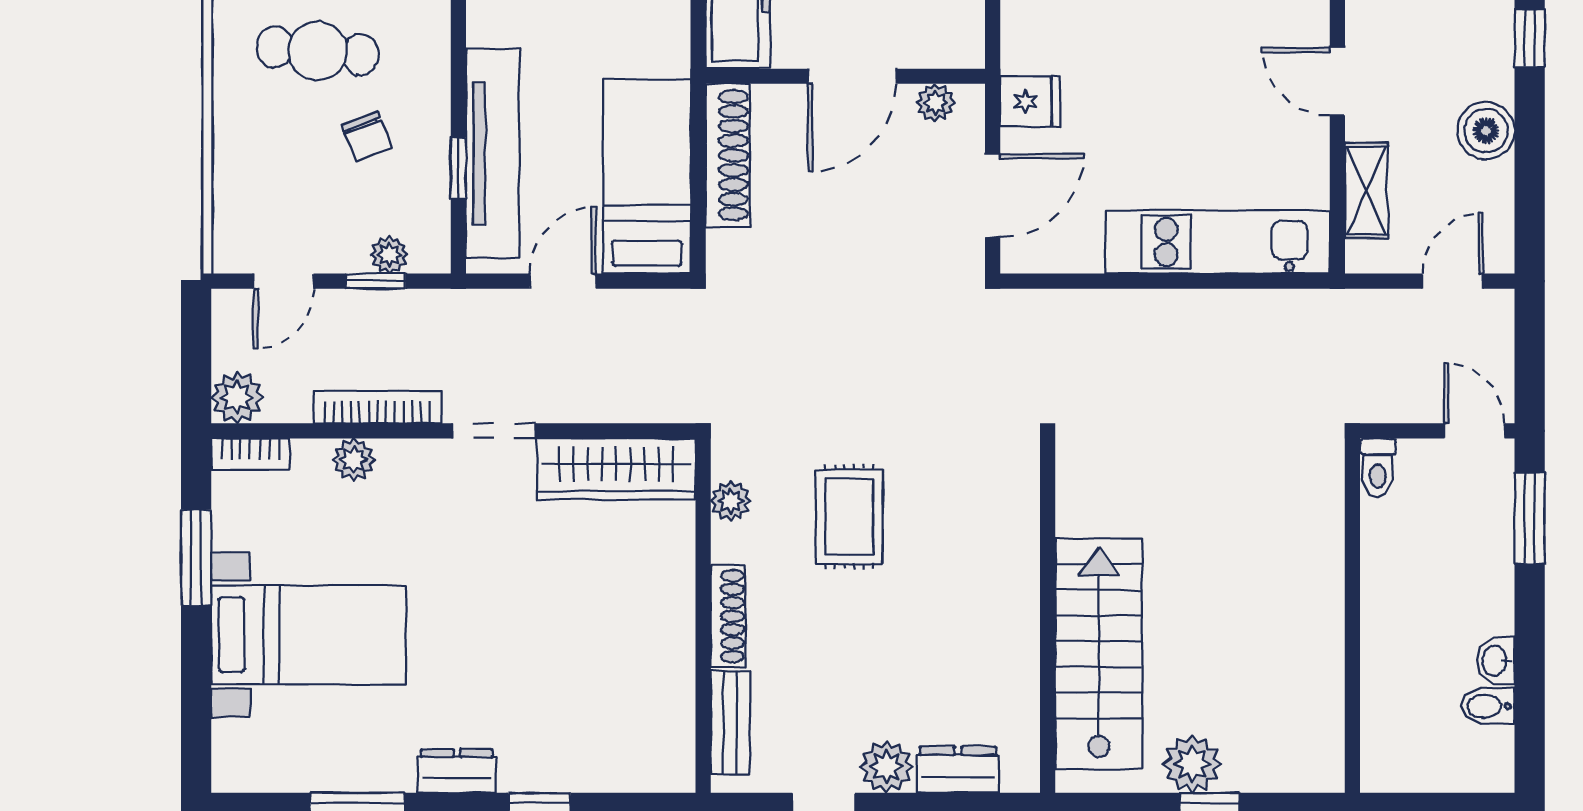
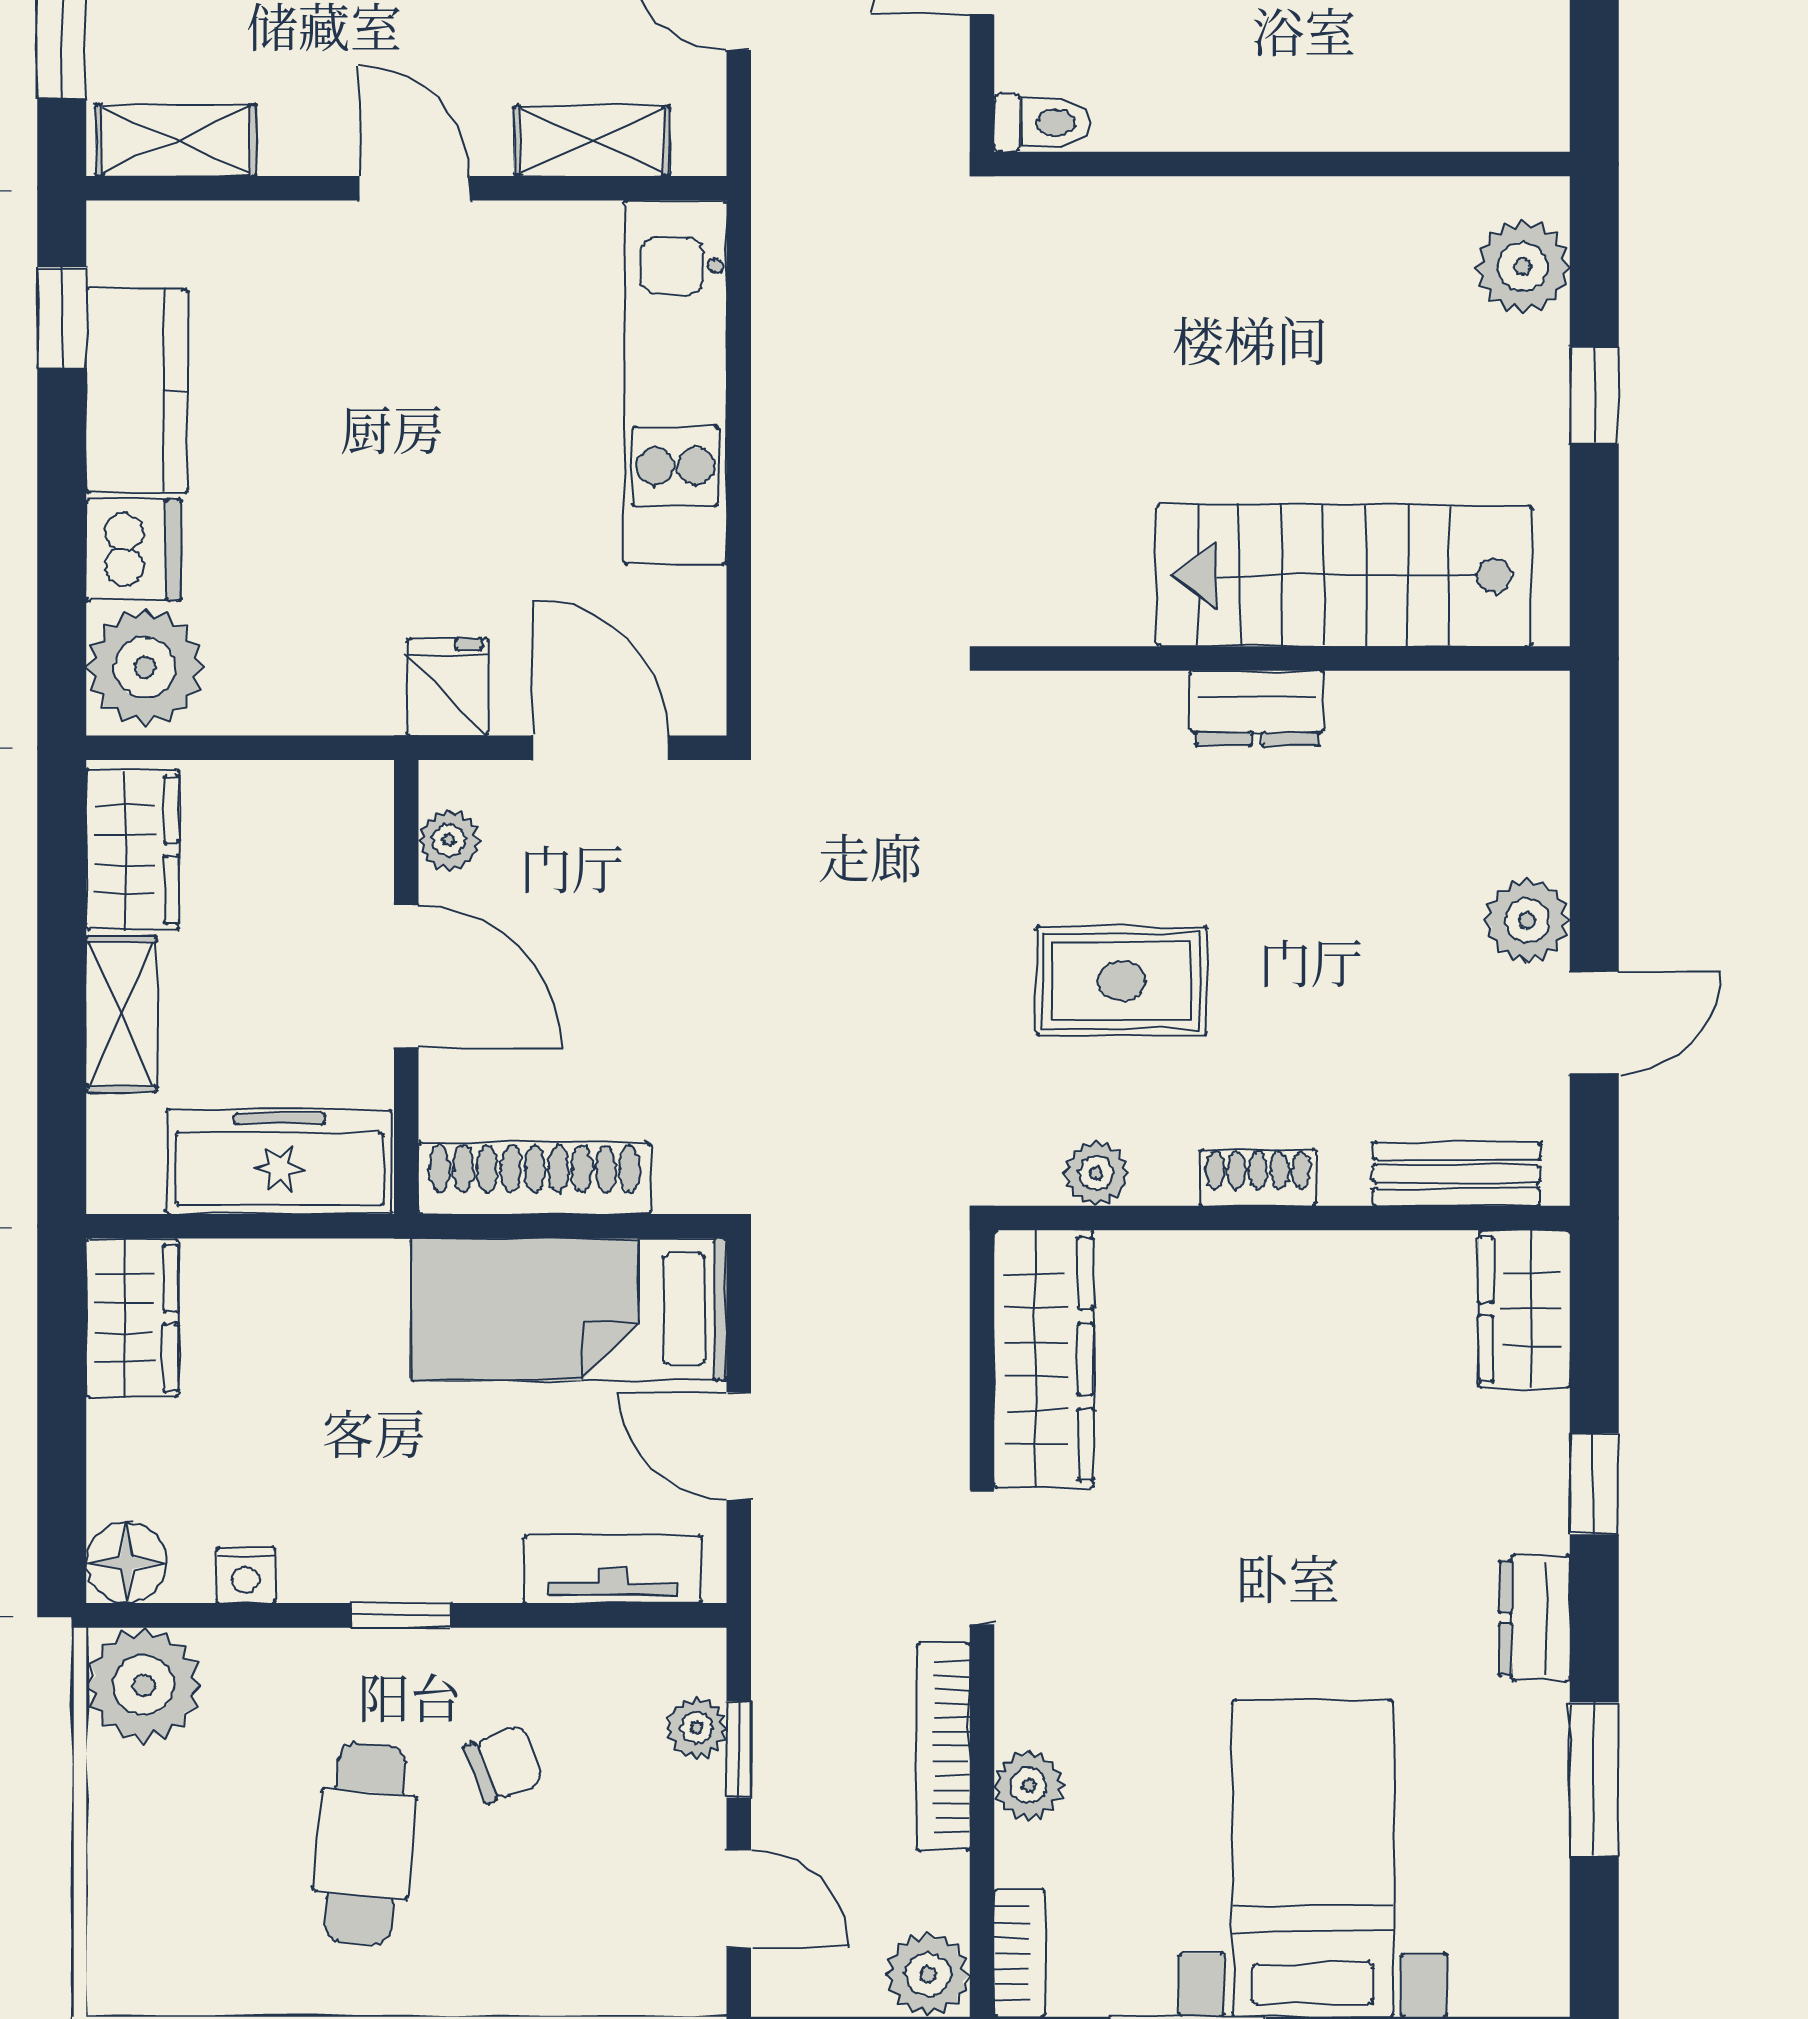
door: (1337, 81) -> (415, 188), swing flipped
tv unit: (493, 153) -> (613, 1569), width x0.52, depth x0.78
window: (458, 168) -> (401, 1615), moved
shoe rack: (728, 616) -> (1258, 1178), width x0.70
plant: (1192, 764) -> (1523, 267), moved
wardrobe: (647, 765) -> (1524, 1309), added
dresser: (958, 770) -> (1257, 708), moved, turned -90

